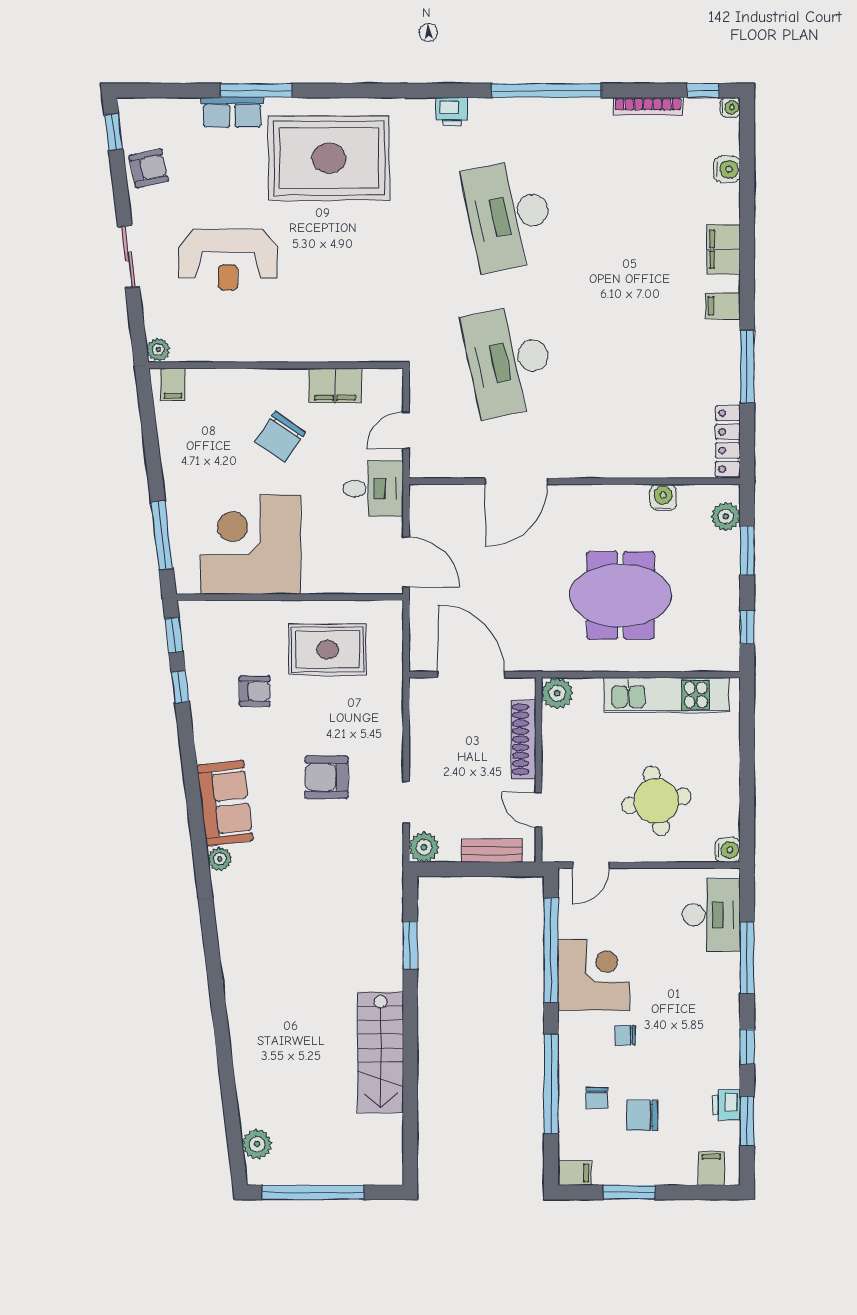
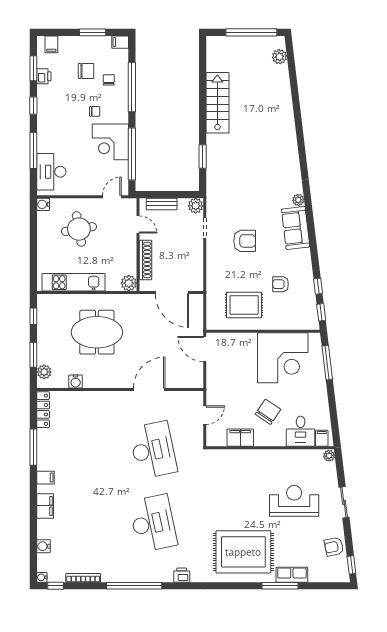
desk: (373, 489) -> (301, 431), moved, turned -90

